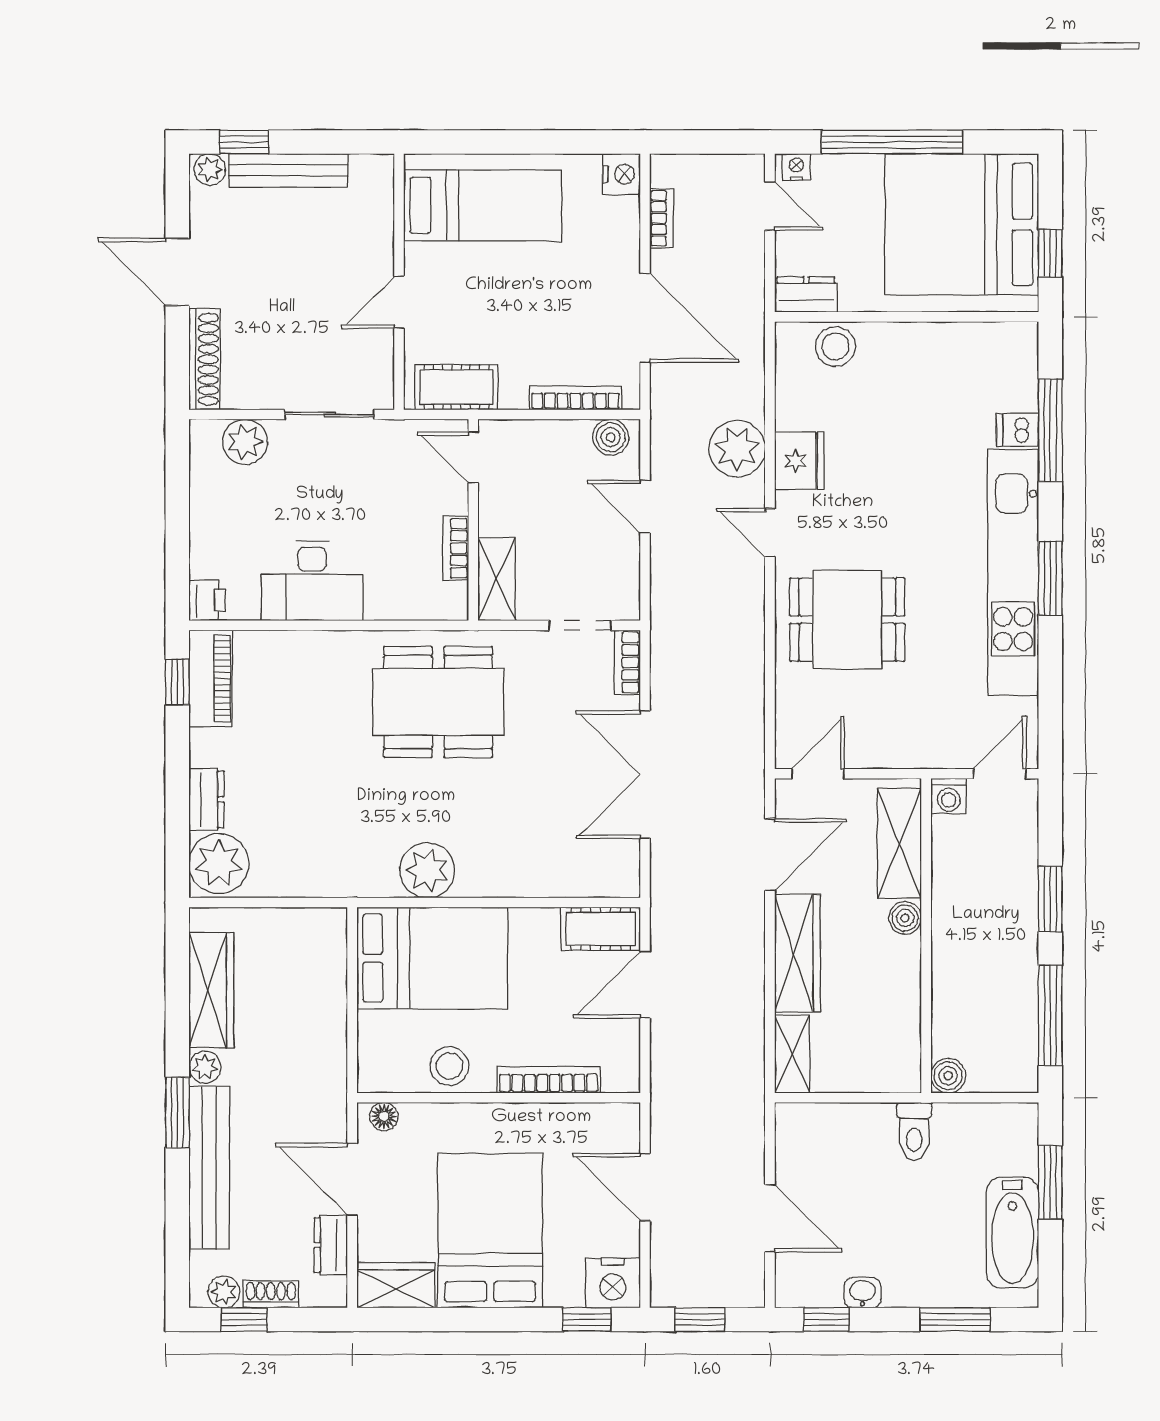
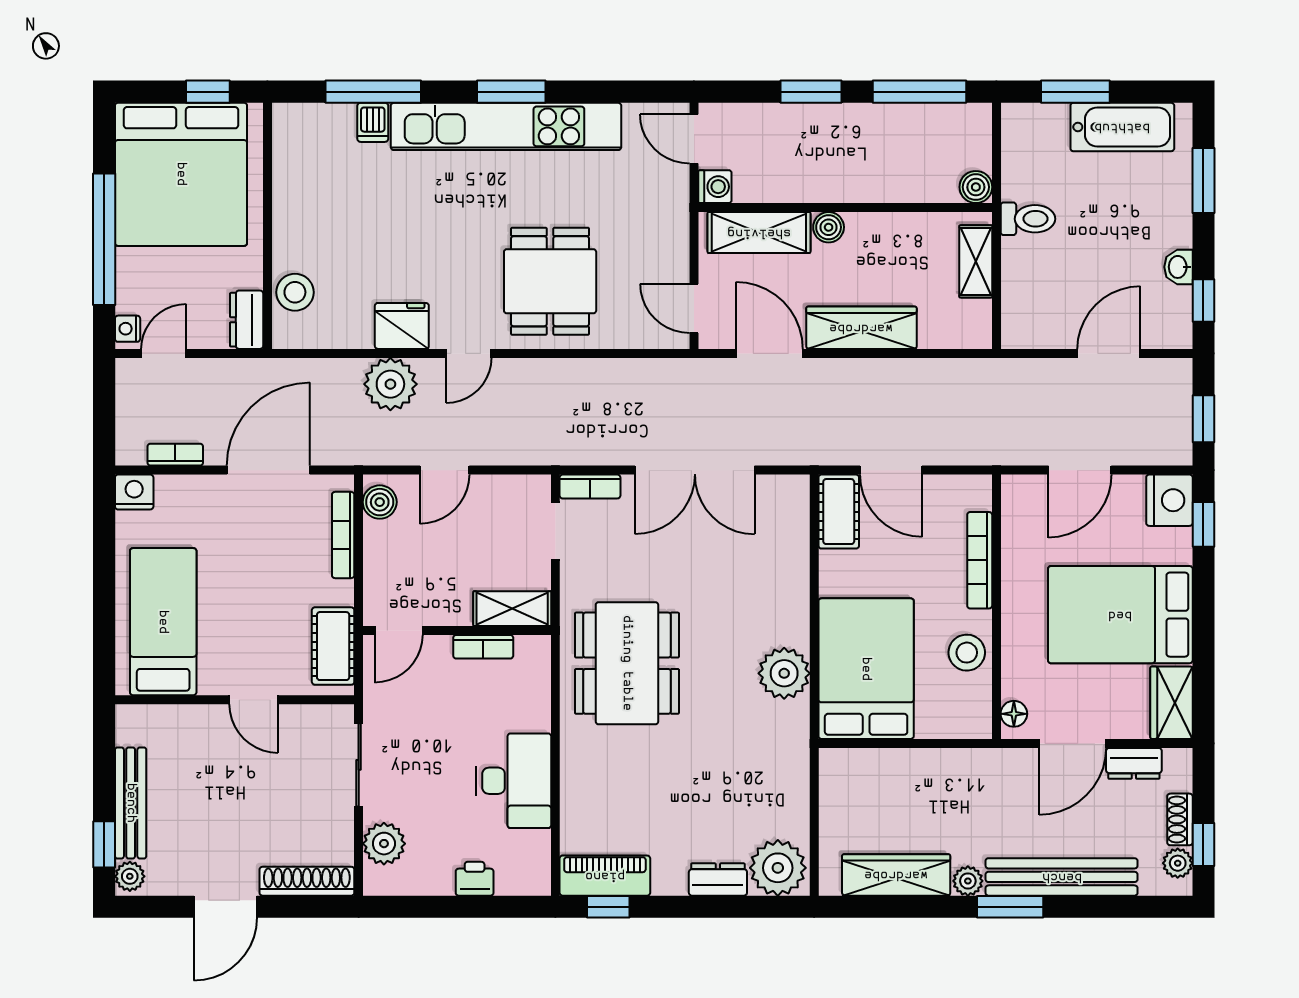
printer: (207, 601) -> (475, 879), moved
shelving: (792, 1054) -> (976, 261), moved, turned 90

